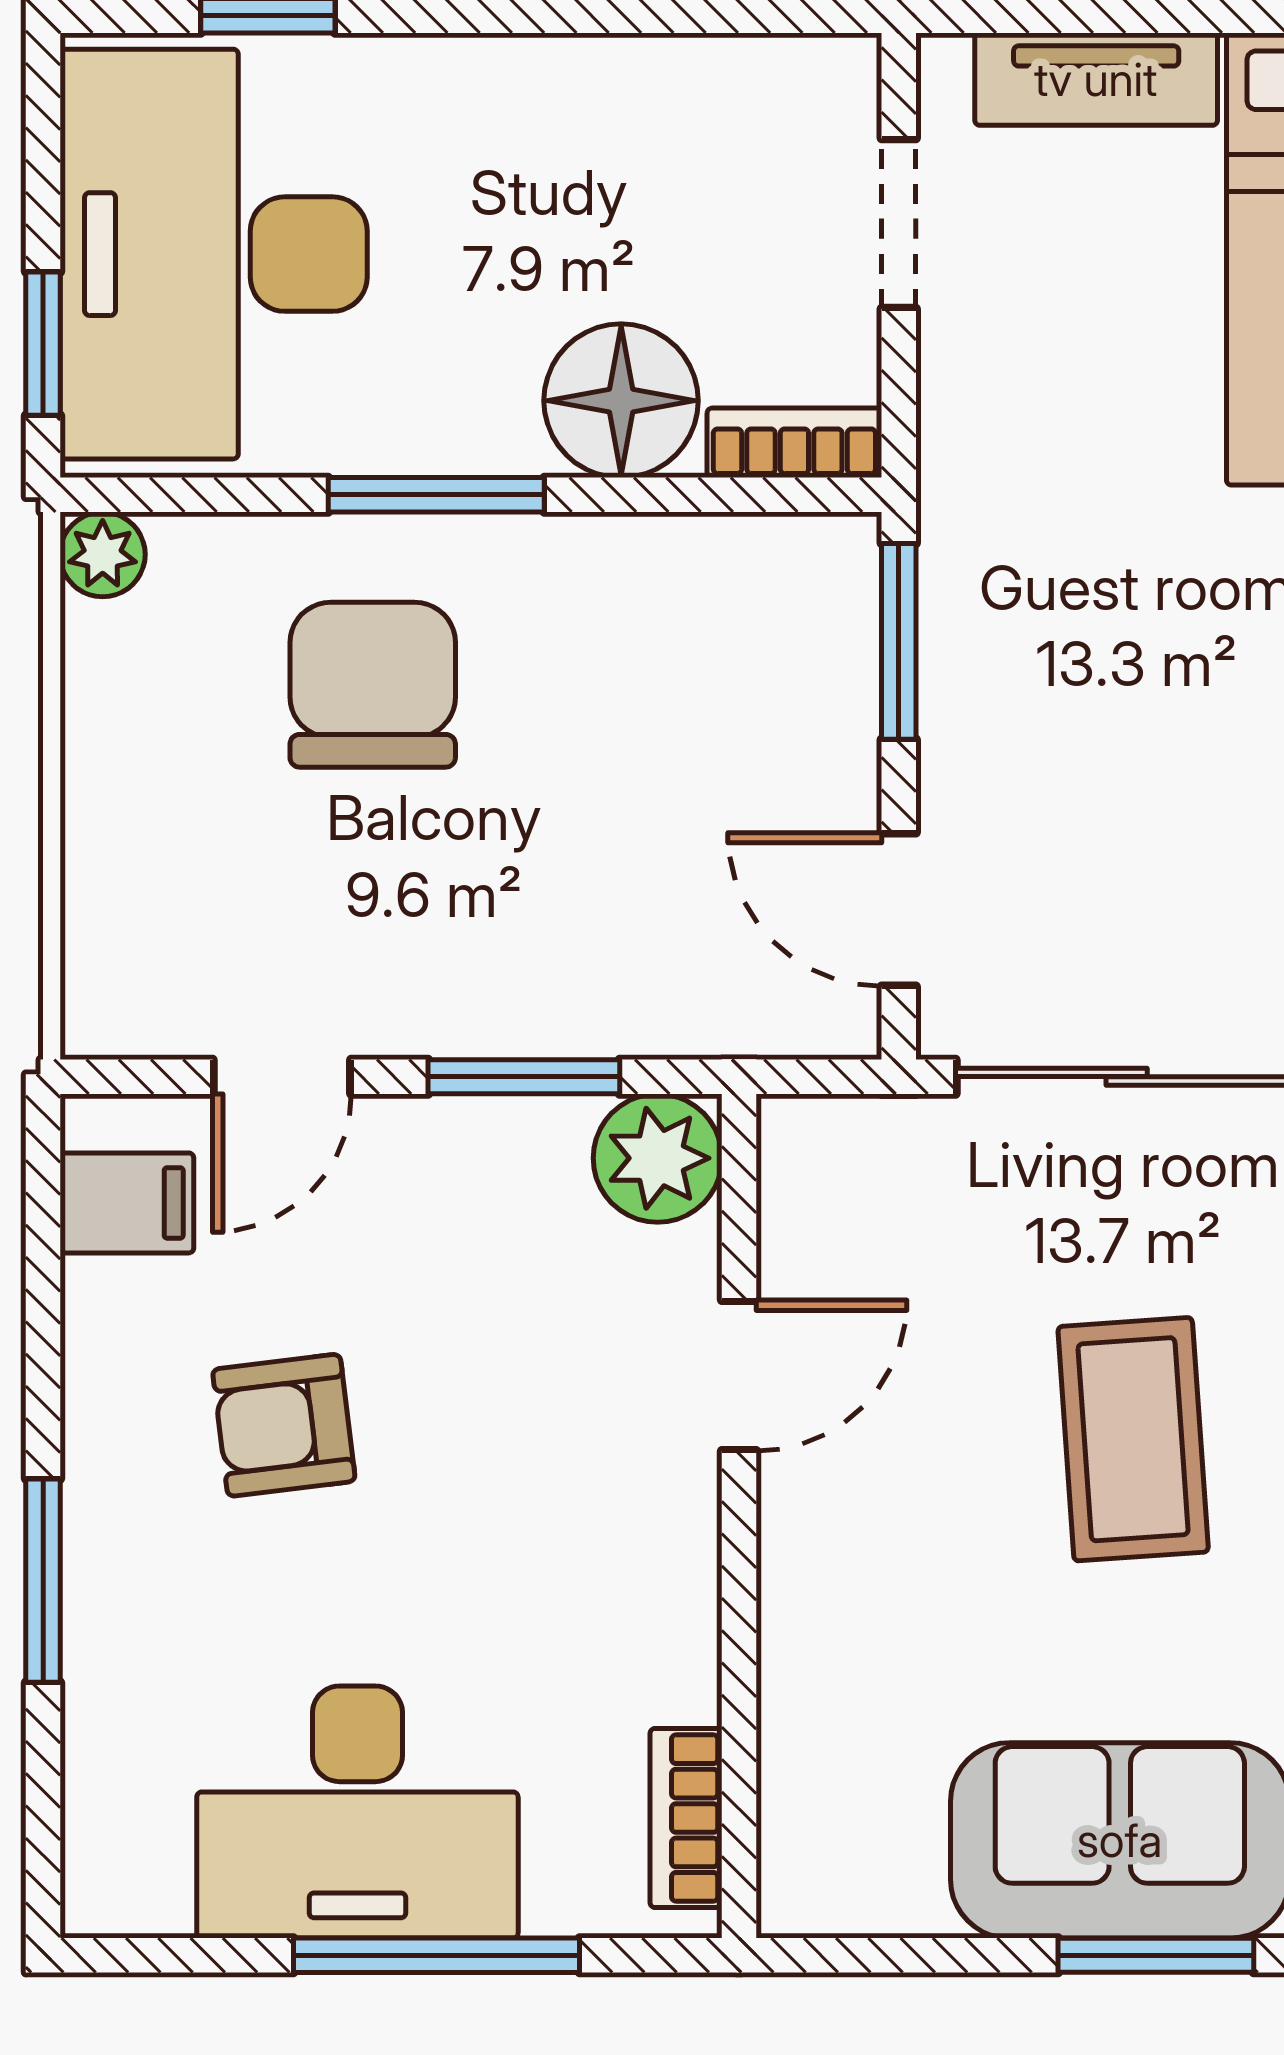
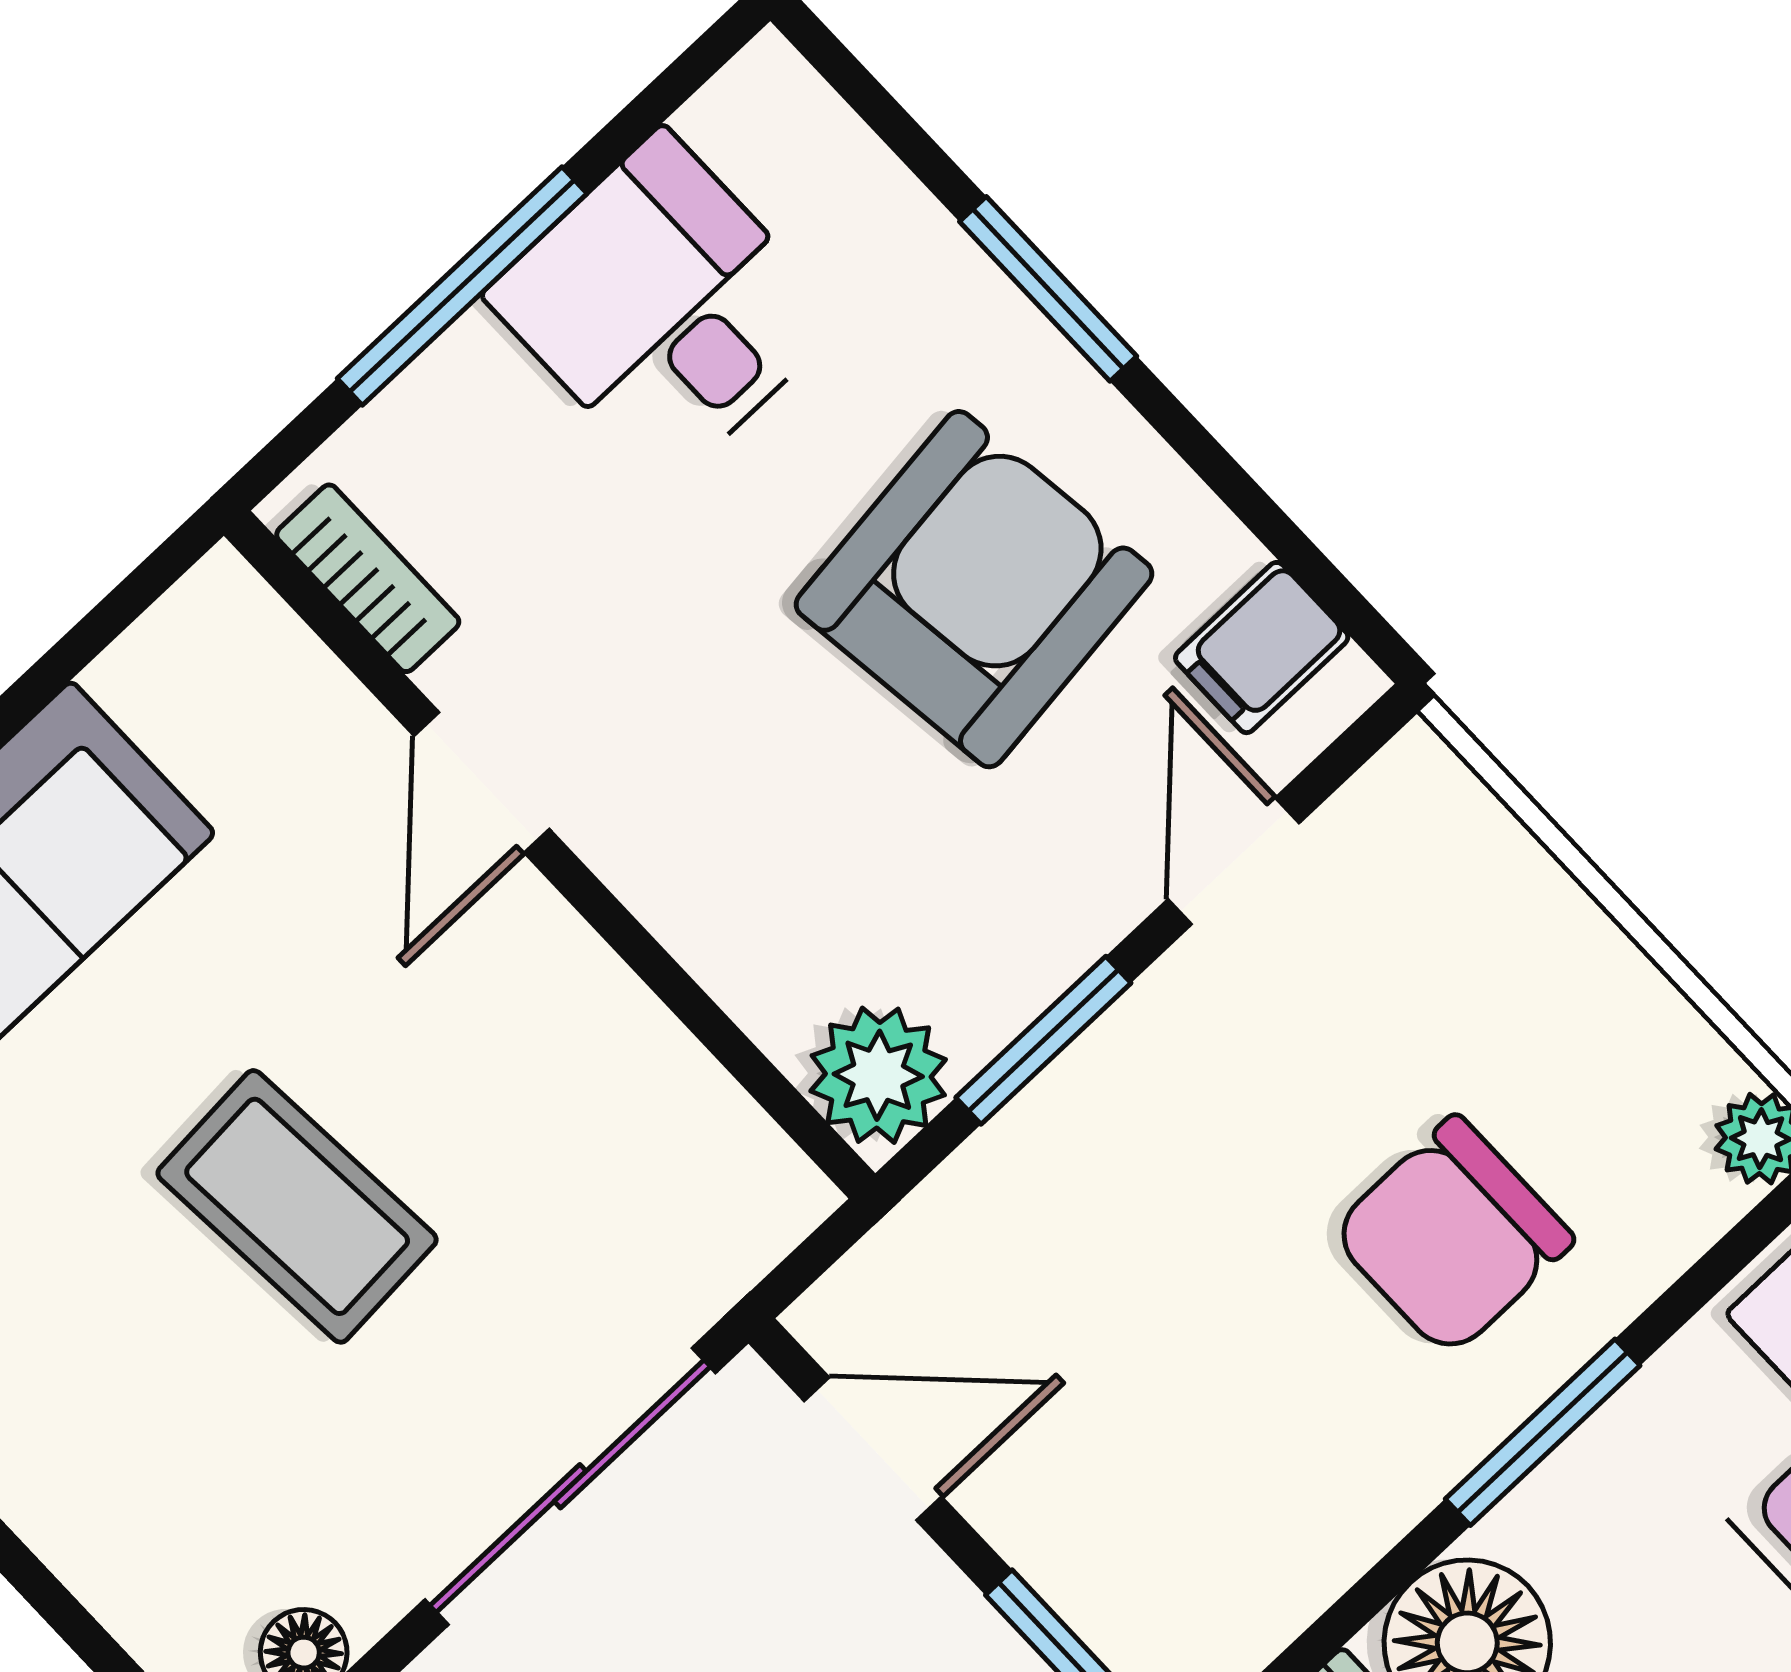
chair: (373, 685) -> (1452, 1236), turned 90
door: (739, 1376) -> (482, 782), moved
armchair: (284, 1425) -> (974, 589), width x1.88, depth x1.88
desk: (357, 1812) -> (664, 308), width x0.73

